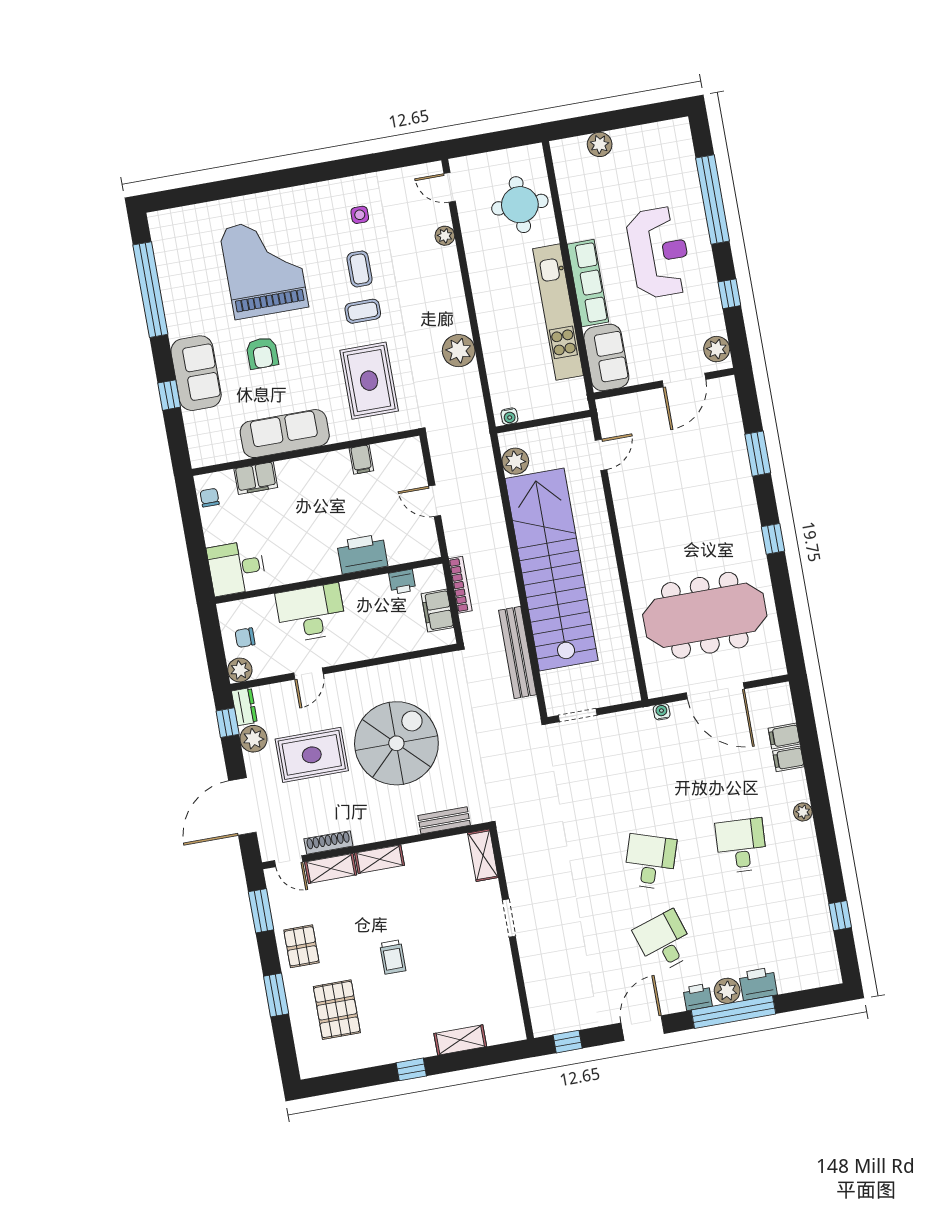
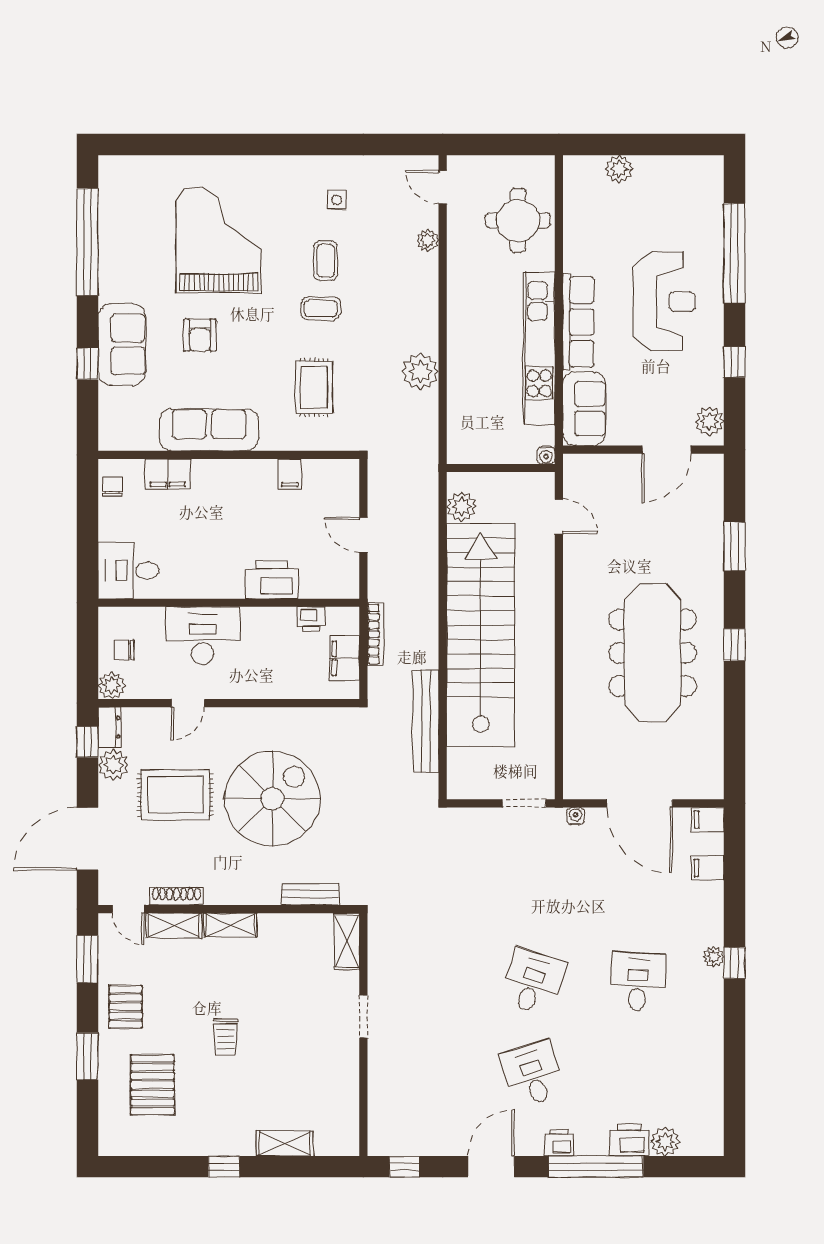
rug: (369, 381) -> (314, 387), width x0.73, depth x0.70
water cooler: (509, 416) -> (546, 455), moved
door: (601, 455) -> (559, 517), hinge flipped
meeting table: (705, 615) -> (653, 653), moved, turned 90
doorway: (578, 715) -> (524, 803), moved
filing cabinet: (788, 759) -> (708, 819), moved
window: (840, 916) -> (734, 963), moved
plant: (727, 991) -> (665, 1142), moved

